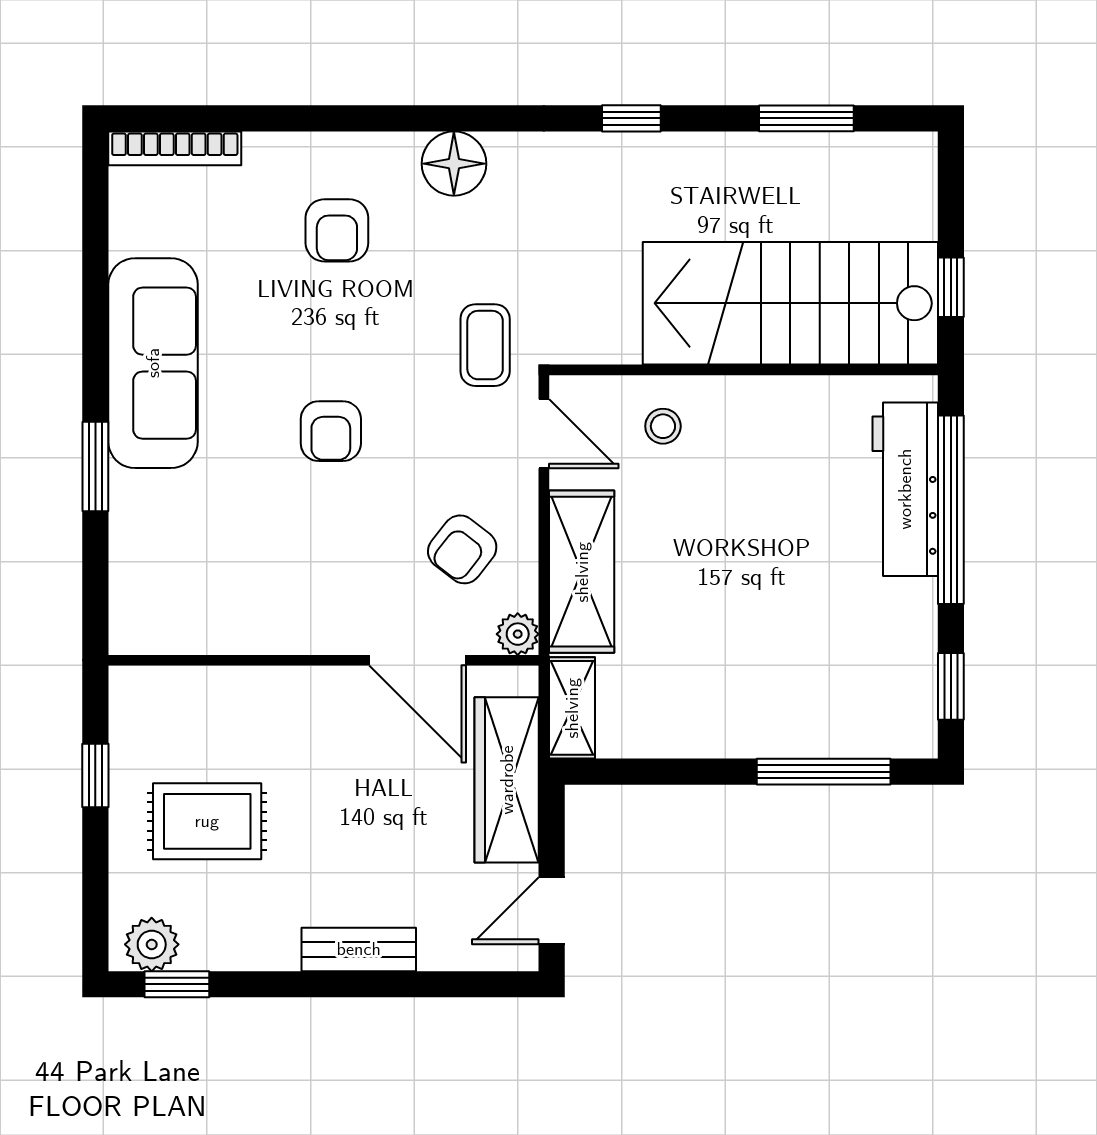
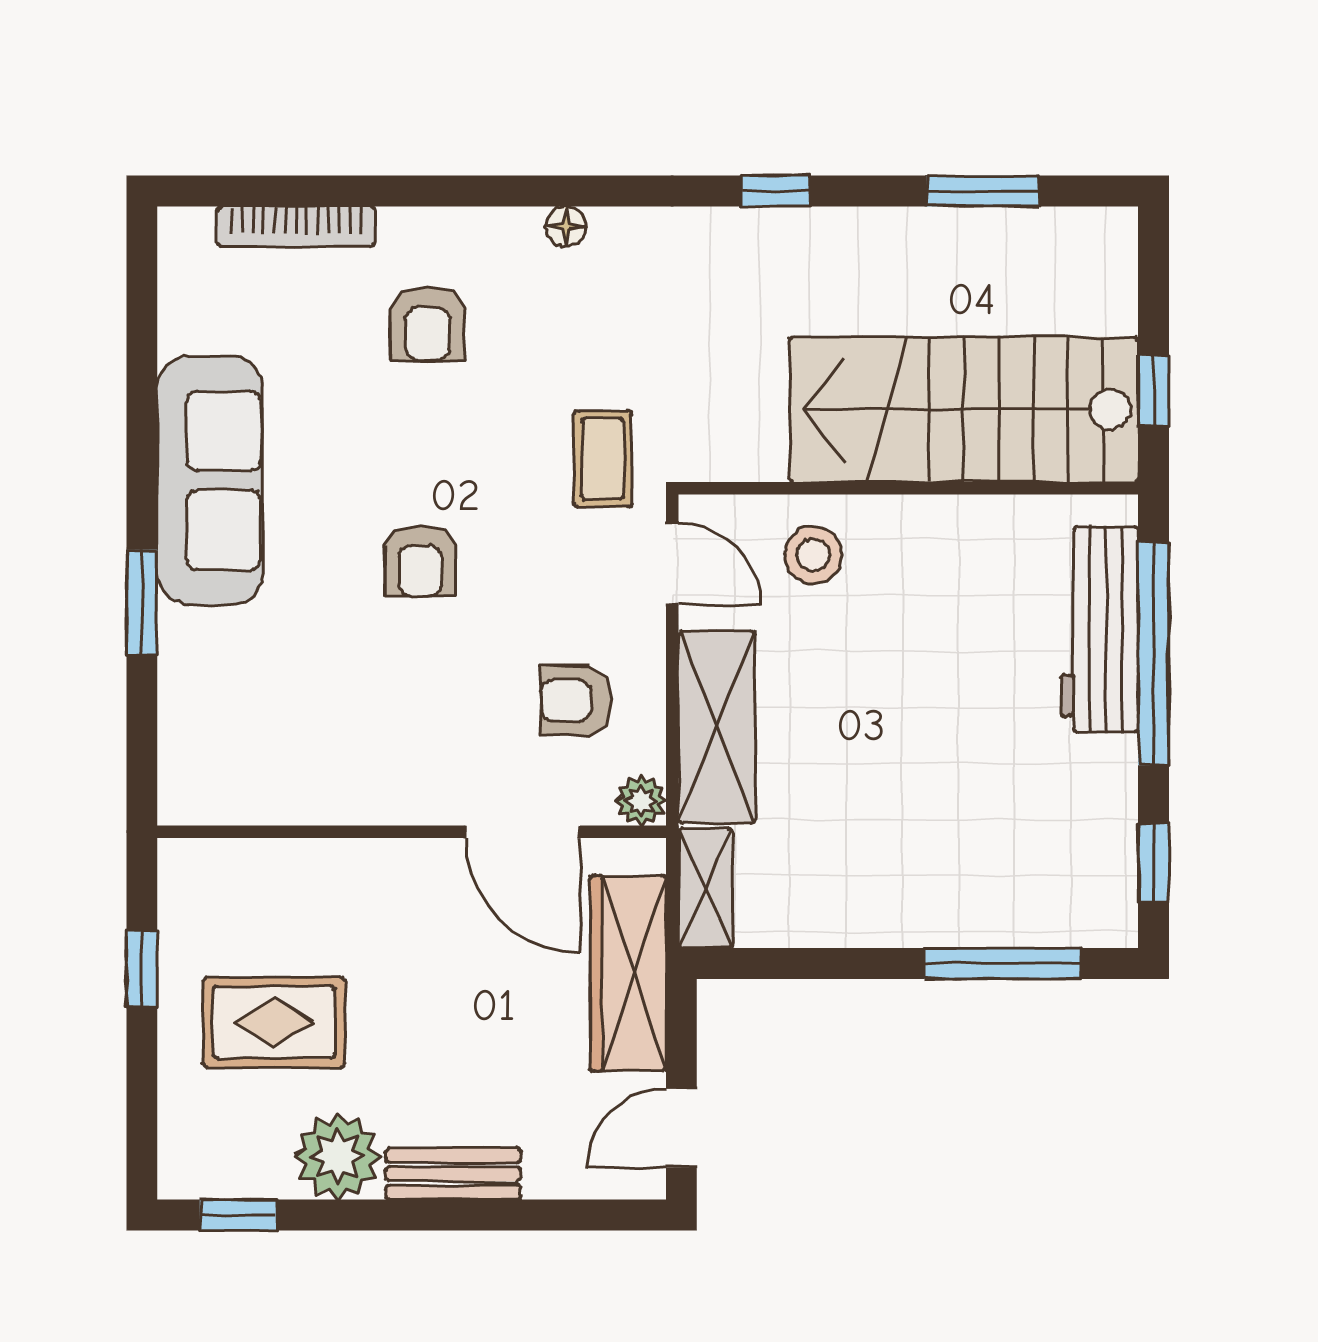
bookcase: (175, 148) -> (296, 226), moved
floor lamp: (454, 164) -> (566, 226), width x0.53, depth x0.53
stool: (663, 426) -> (813, 555), width x1.37, depth x1.37
armchair: (462, 549) -> (576, 701), turned 52
plant: (152, 944) -> (338, 1156), moved, width x1.36, depth x1.36

